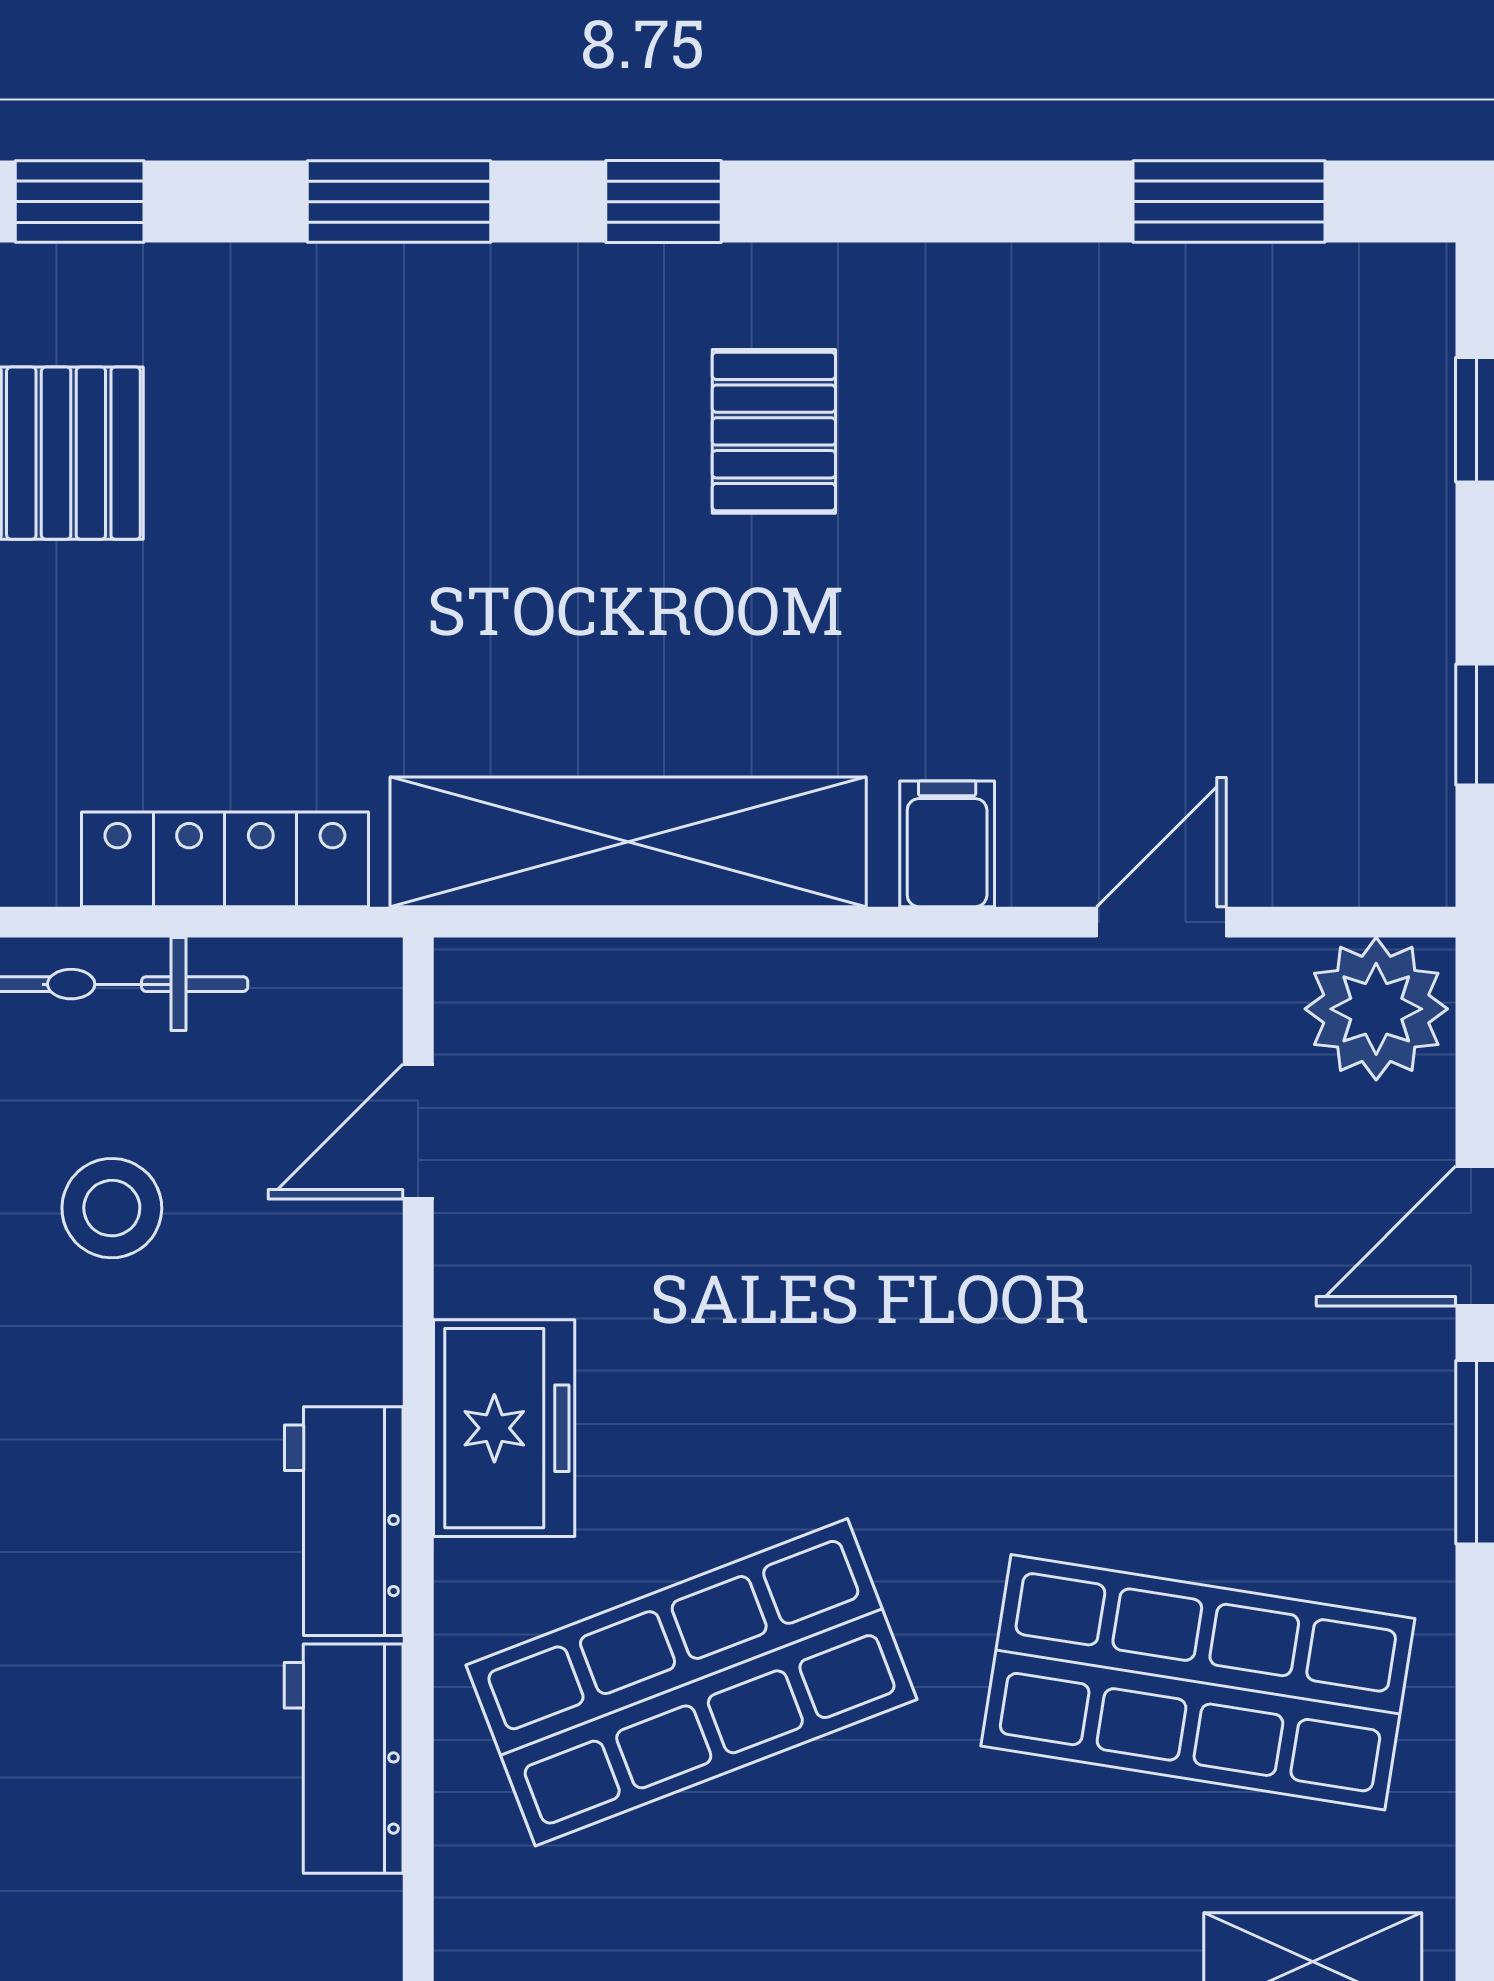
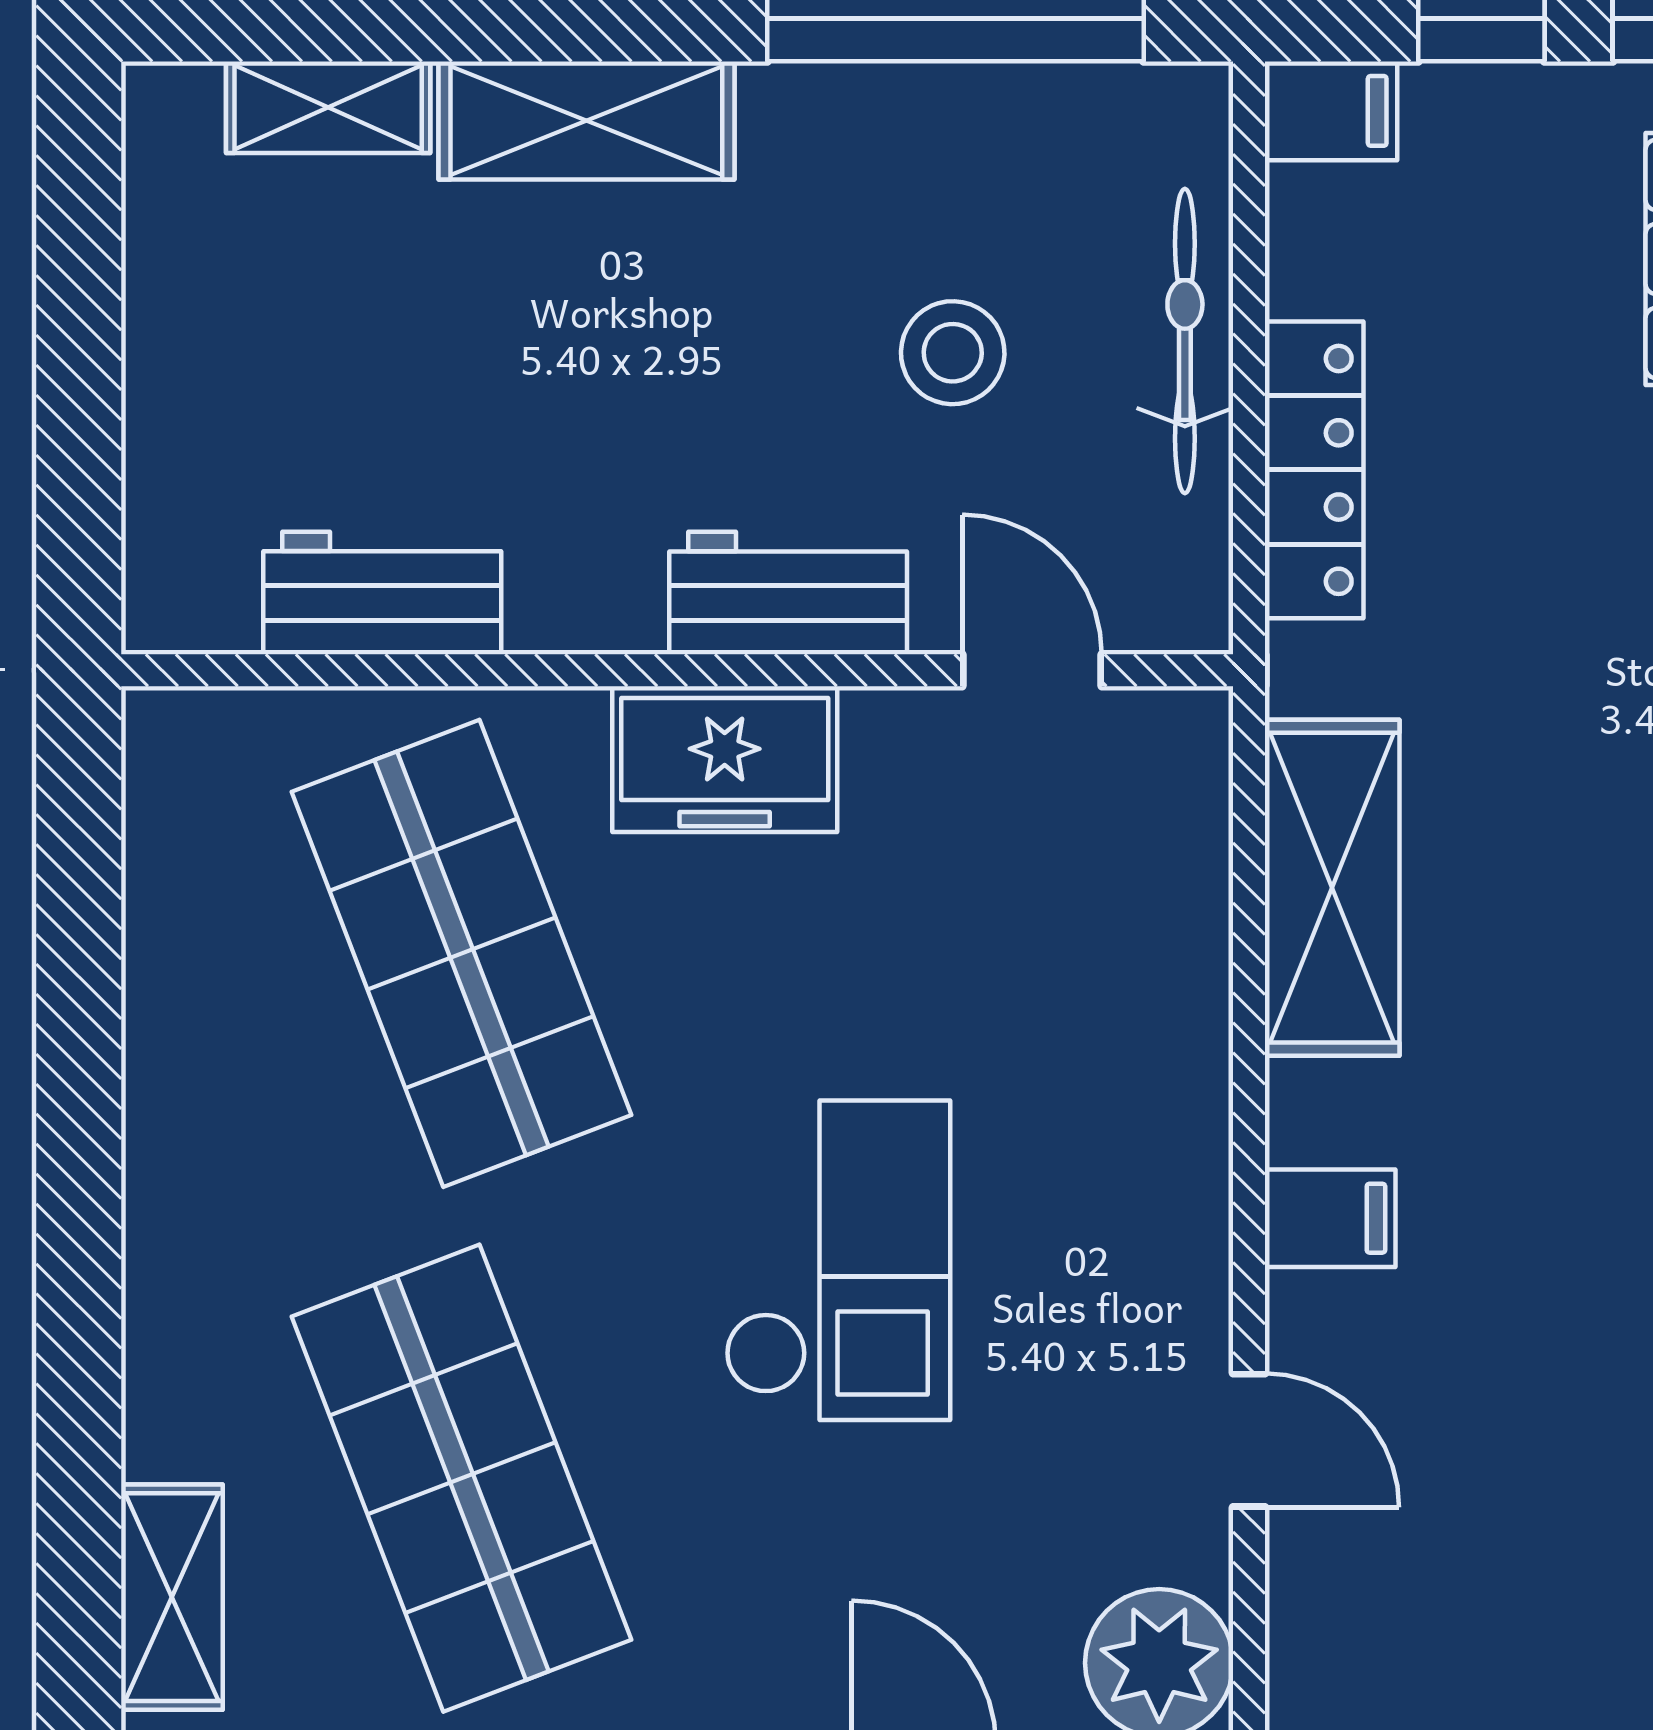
shelving: (628, 842) -> (1332, 888), width x0.68
checkout: (988, 1319) -> (838, 1260), added
workbench: (344, 1521) -> (788, 593), moved
shop shelf: (1198, 1682) -> (461, 1478), turned -30

